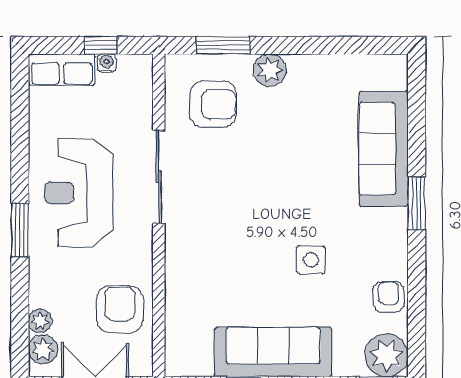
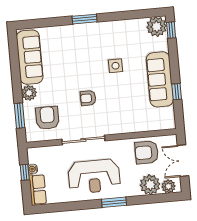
sofa: (384, 149) -> (30, 57), moved, turned -90
armchair: (389, 297) -> (88, 98), moved
plant: (40, 321) -> (150, 185), width x1.88, depth x1.88

